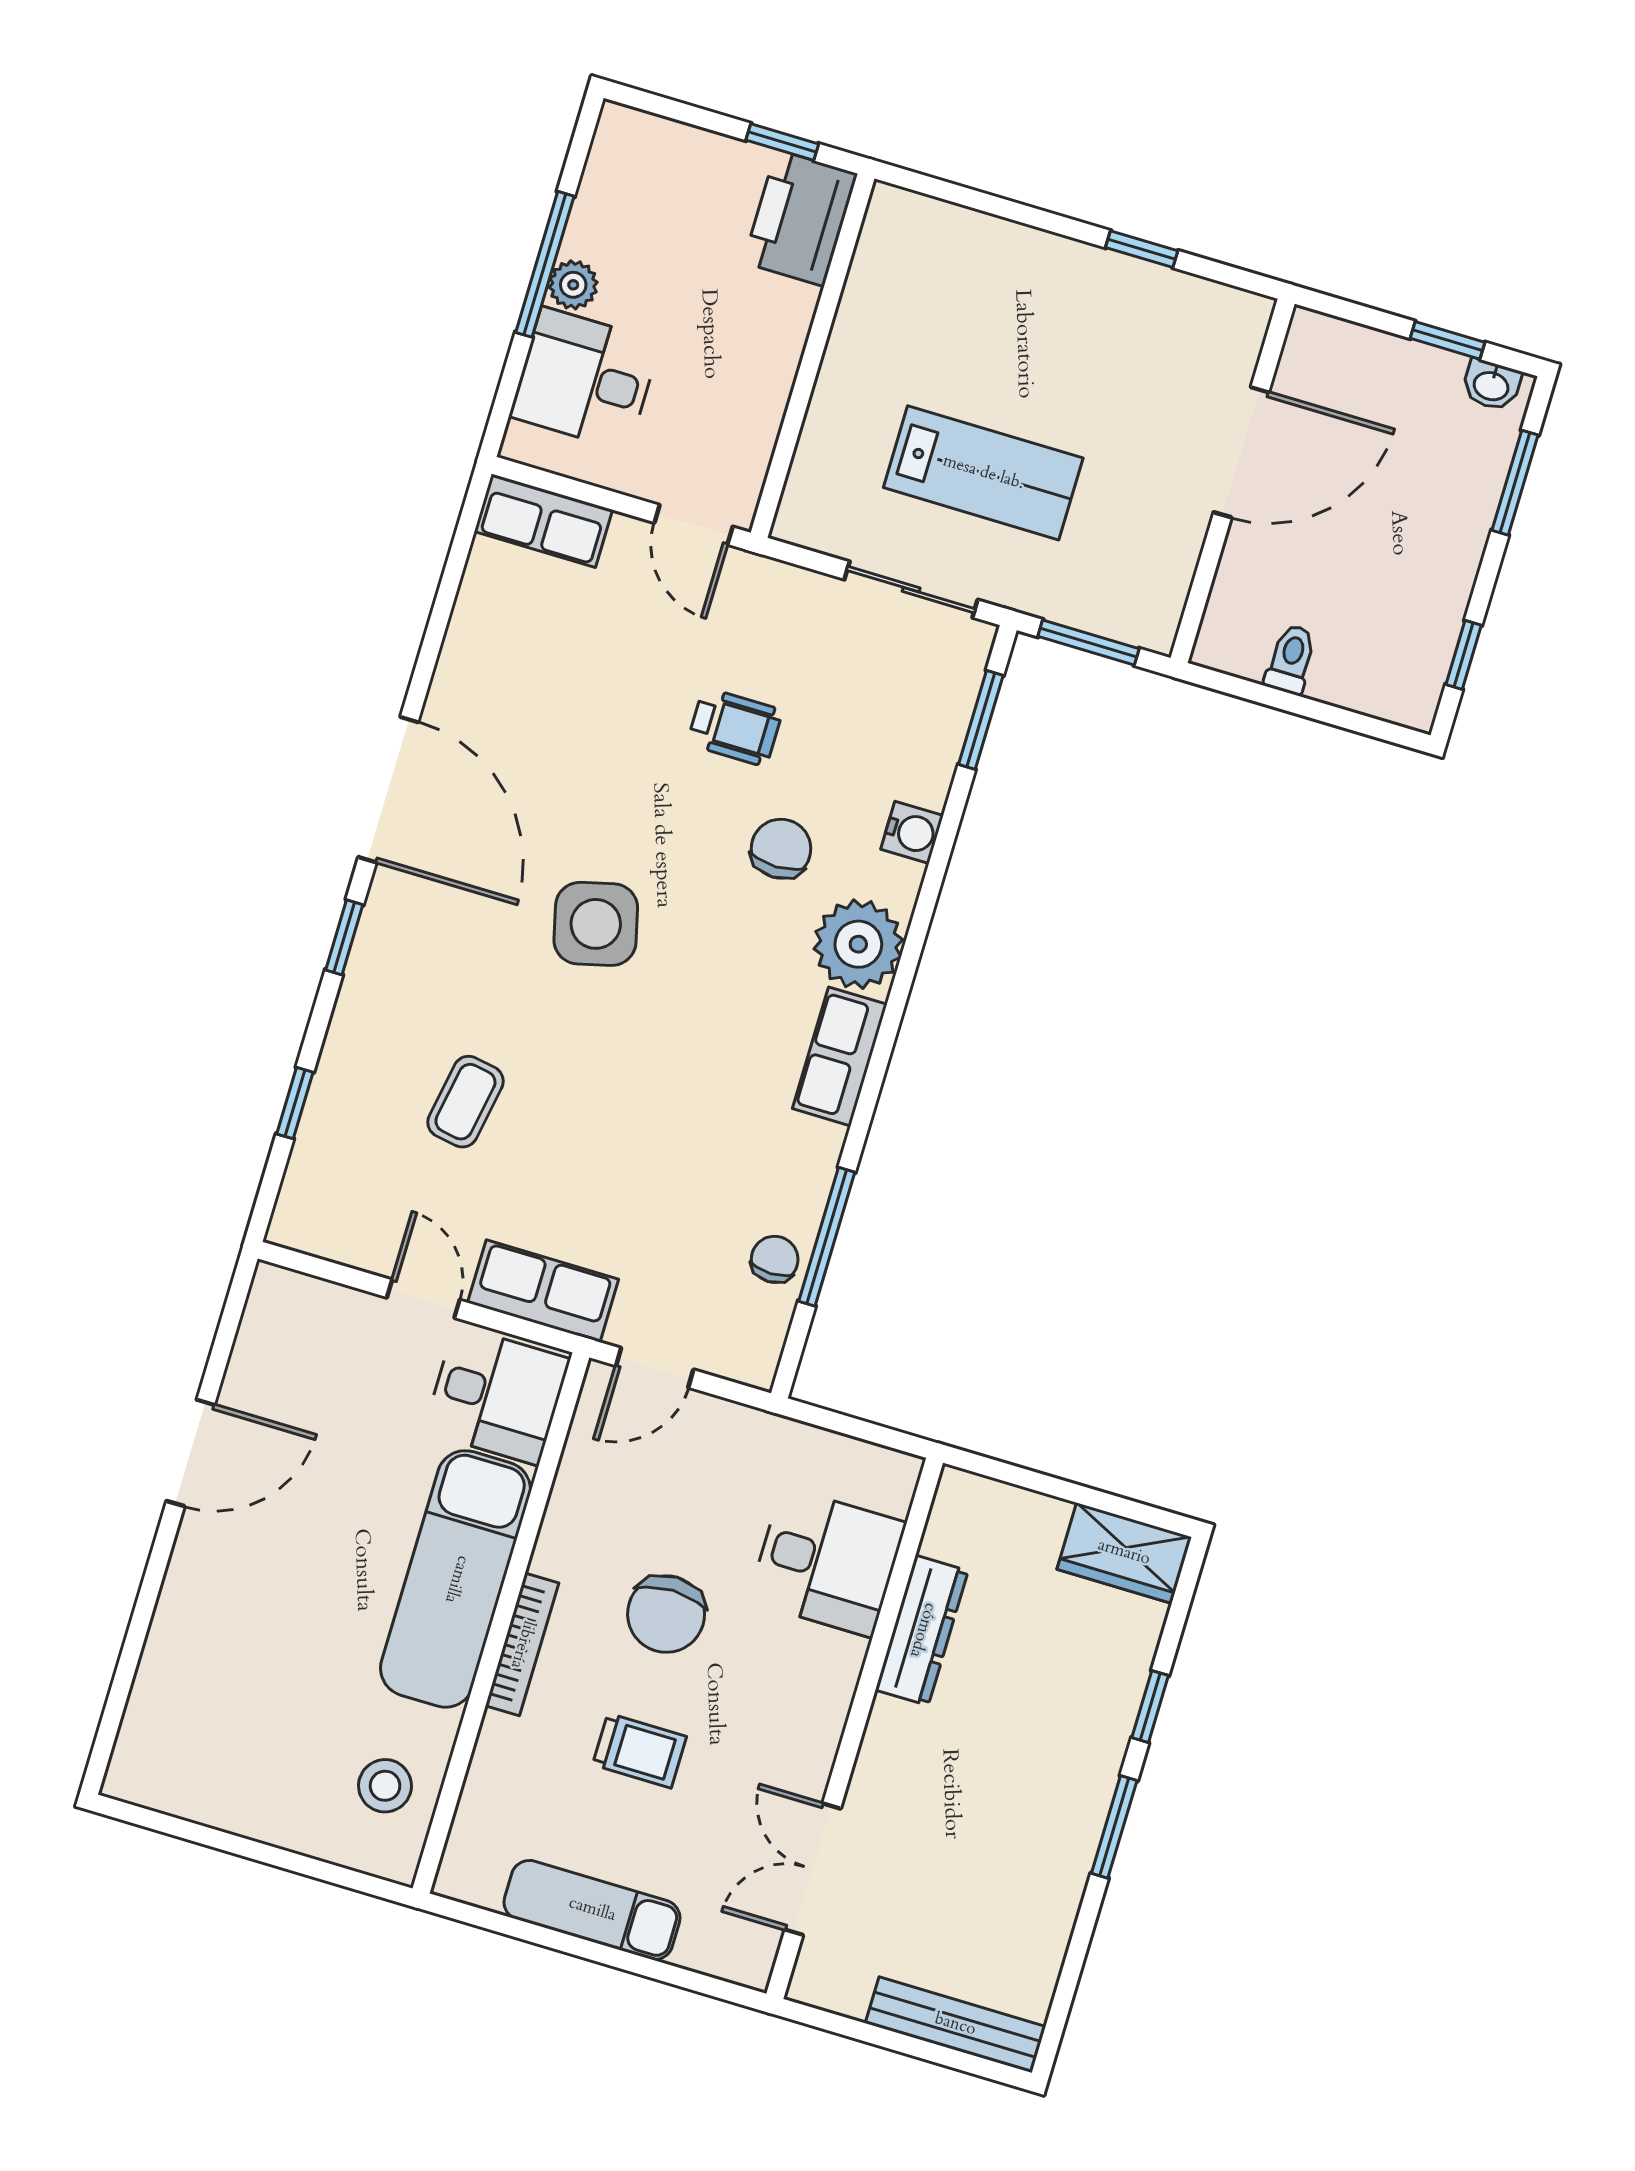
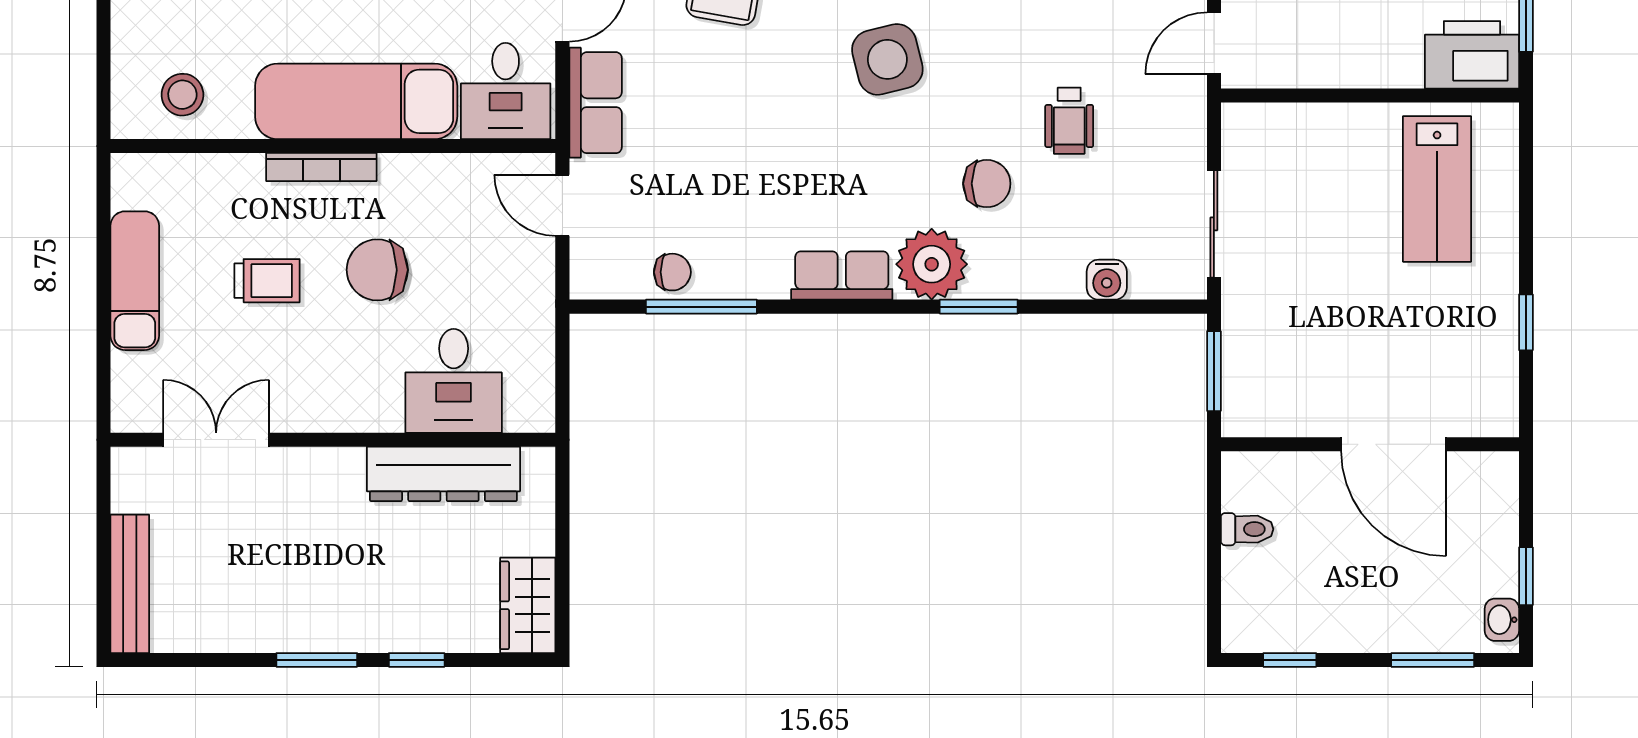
lab bench: (983, 473) -> (1437, 189), moved
window: (981, 720) -> (979, 307), moved
water cooler: (912, 832) -> (1107, 280), moved
dresser: (922, 1630) -> (443, 474), width x1.37, depth x1.24
trolley: (640, 1751) -> (267, 281), turned -90

